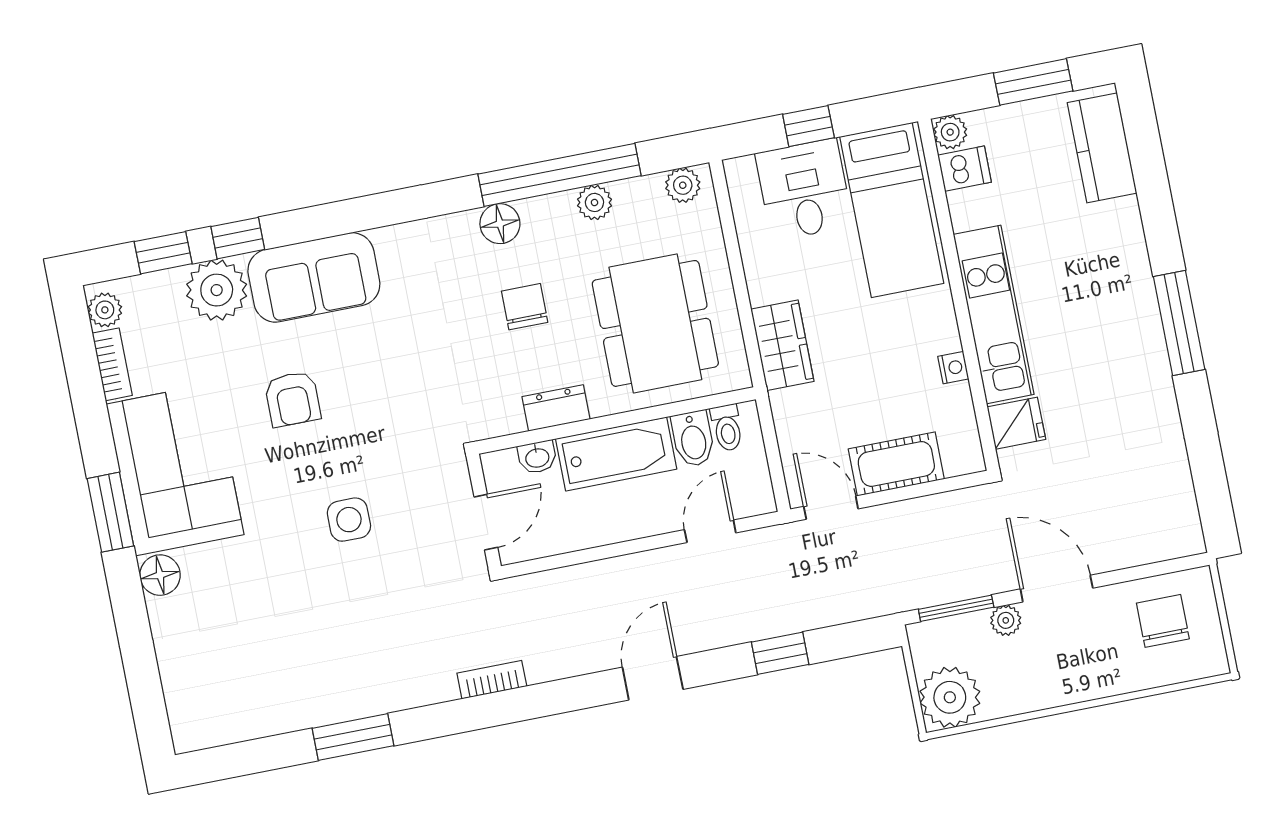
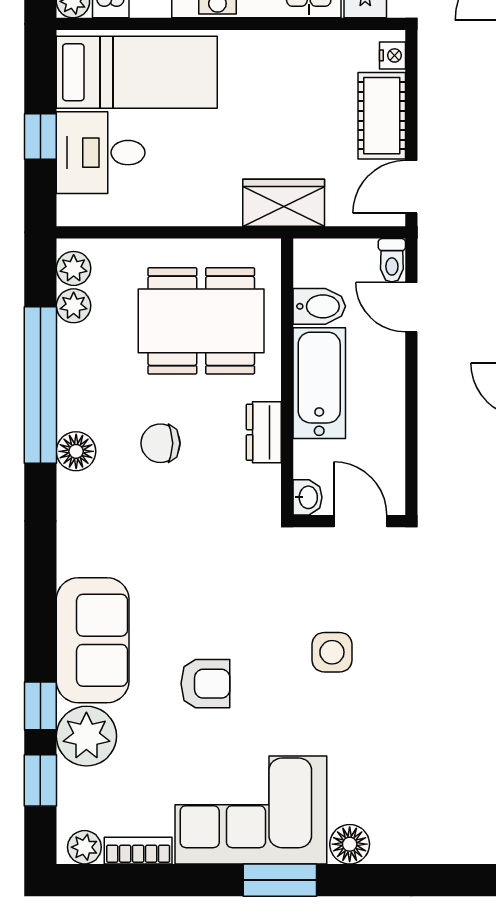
plant: (594, 202) -> (74, 306), moved
wardrobe: (782, 345) -> (284, 203), moved
nightstand: (953, 368) -> (392, 55), moved, turned 90
toilet: (727, 428) -> (392, 260), moved, turned 90
washbasin: (537, 457) -> (307, 497), moved

